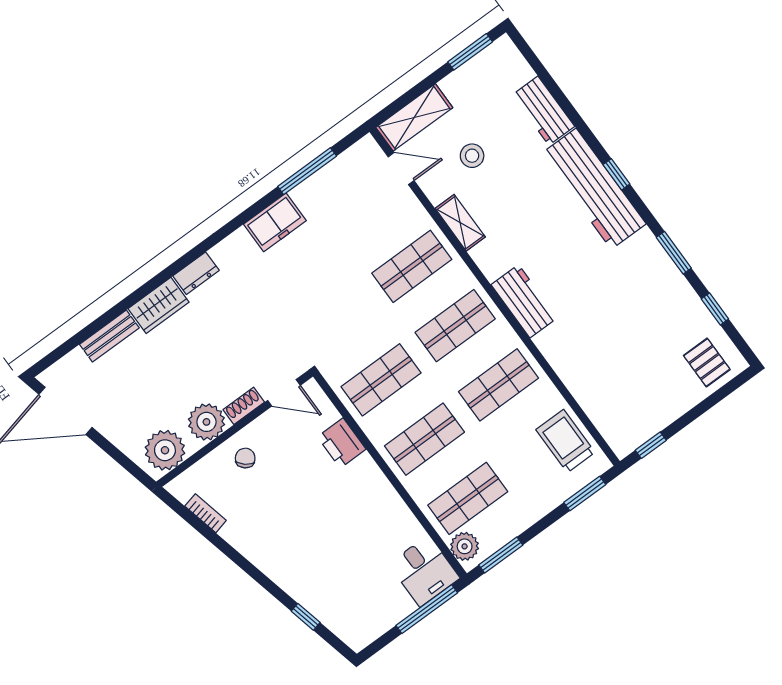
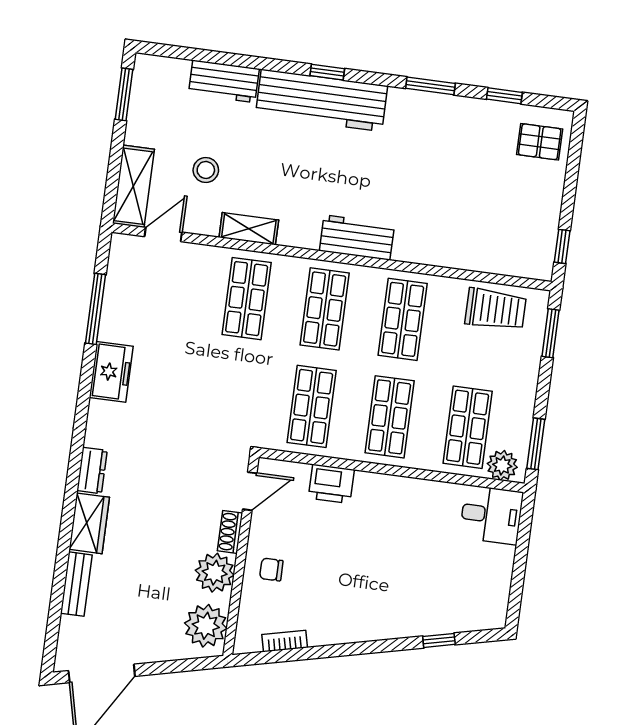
trolley: (565, 441) -> (496, 309), turned 180
chair: (245, 458) -> (271, 569), turned -40
window: (427, 609) -> (523, 541), removed

